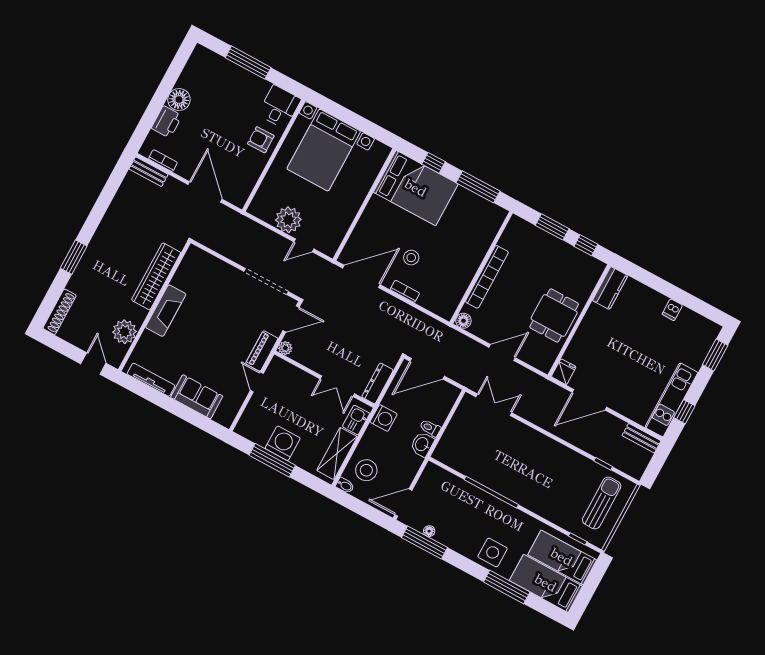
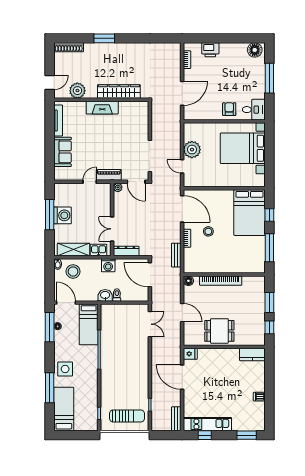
floor lamp: (179, 100) -> (255, 50), moved
bench: (148, 172) -> (176, 255), moved
bed: (562, 557) -> (89, 324), moved, turned 180

